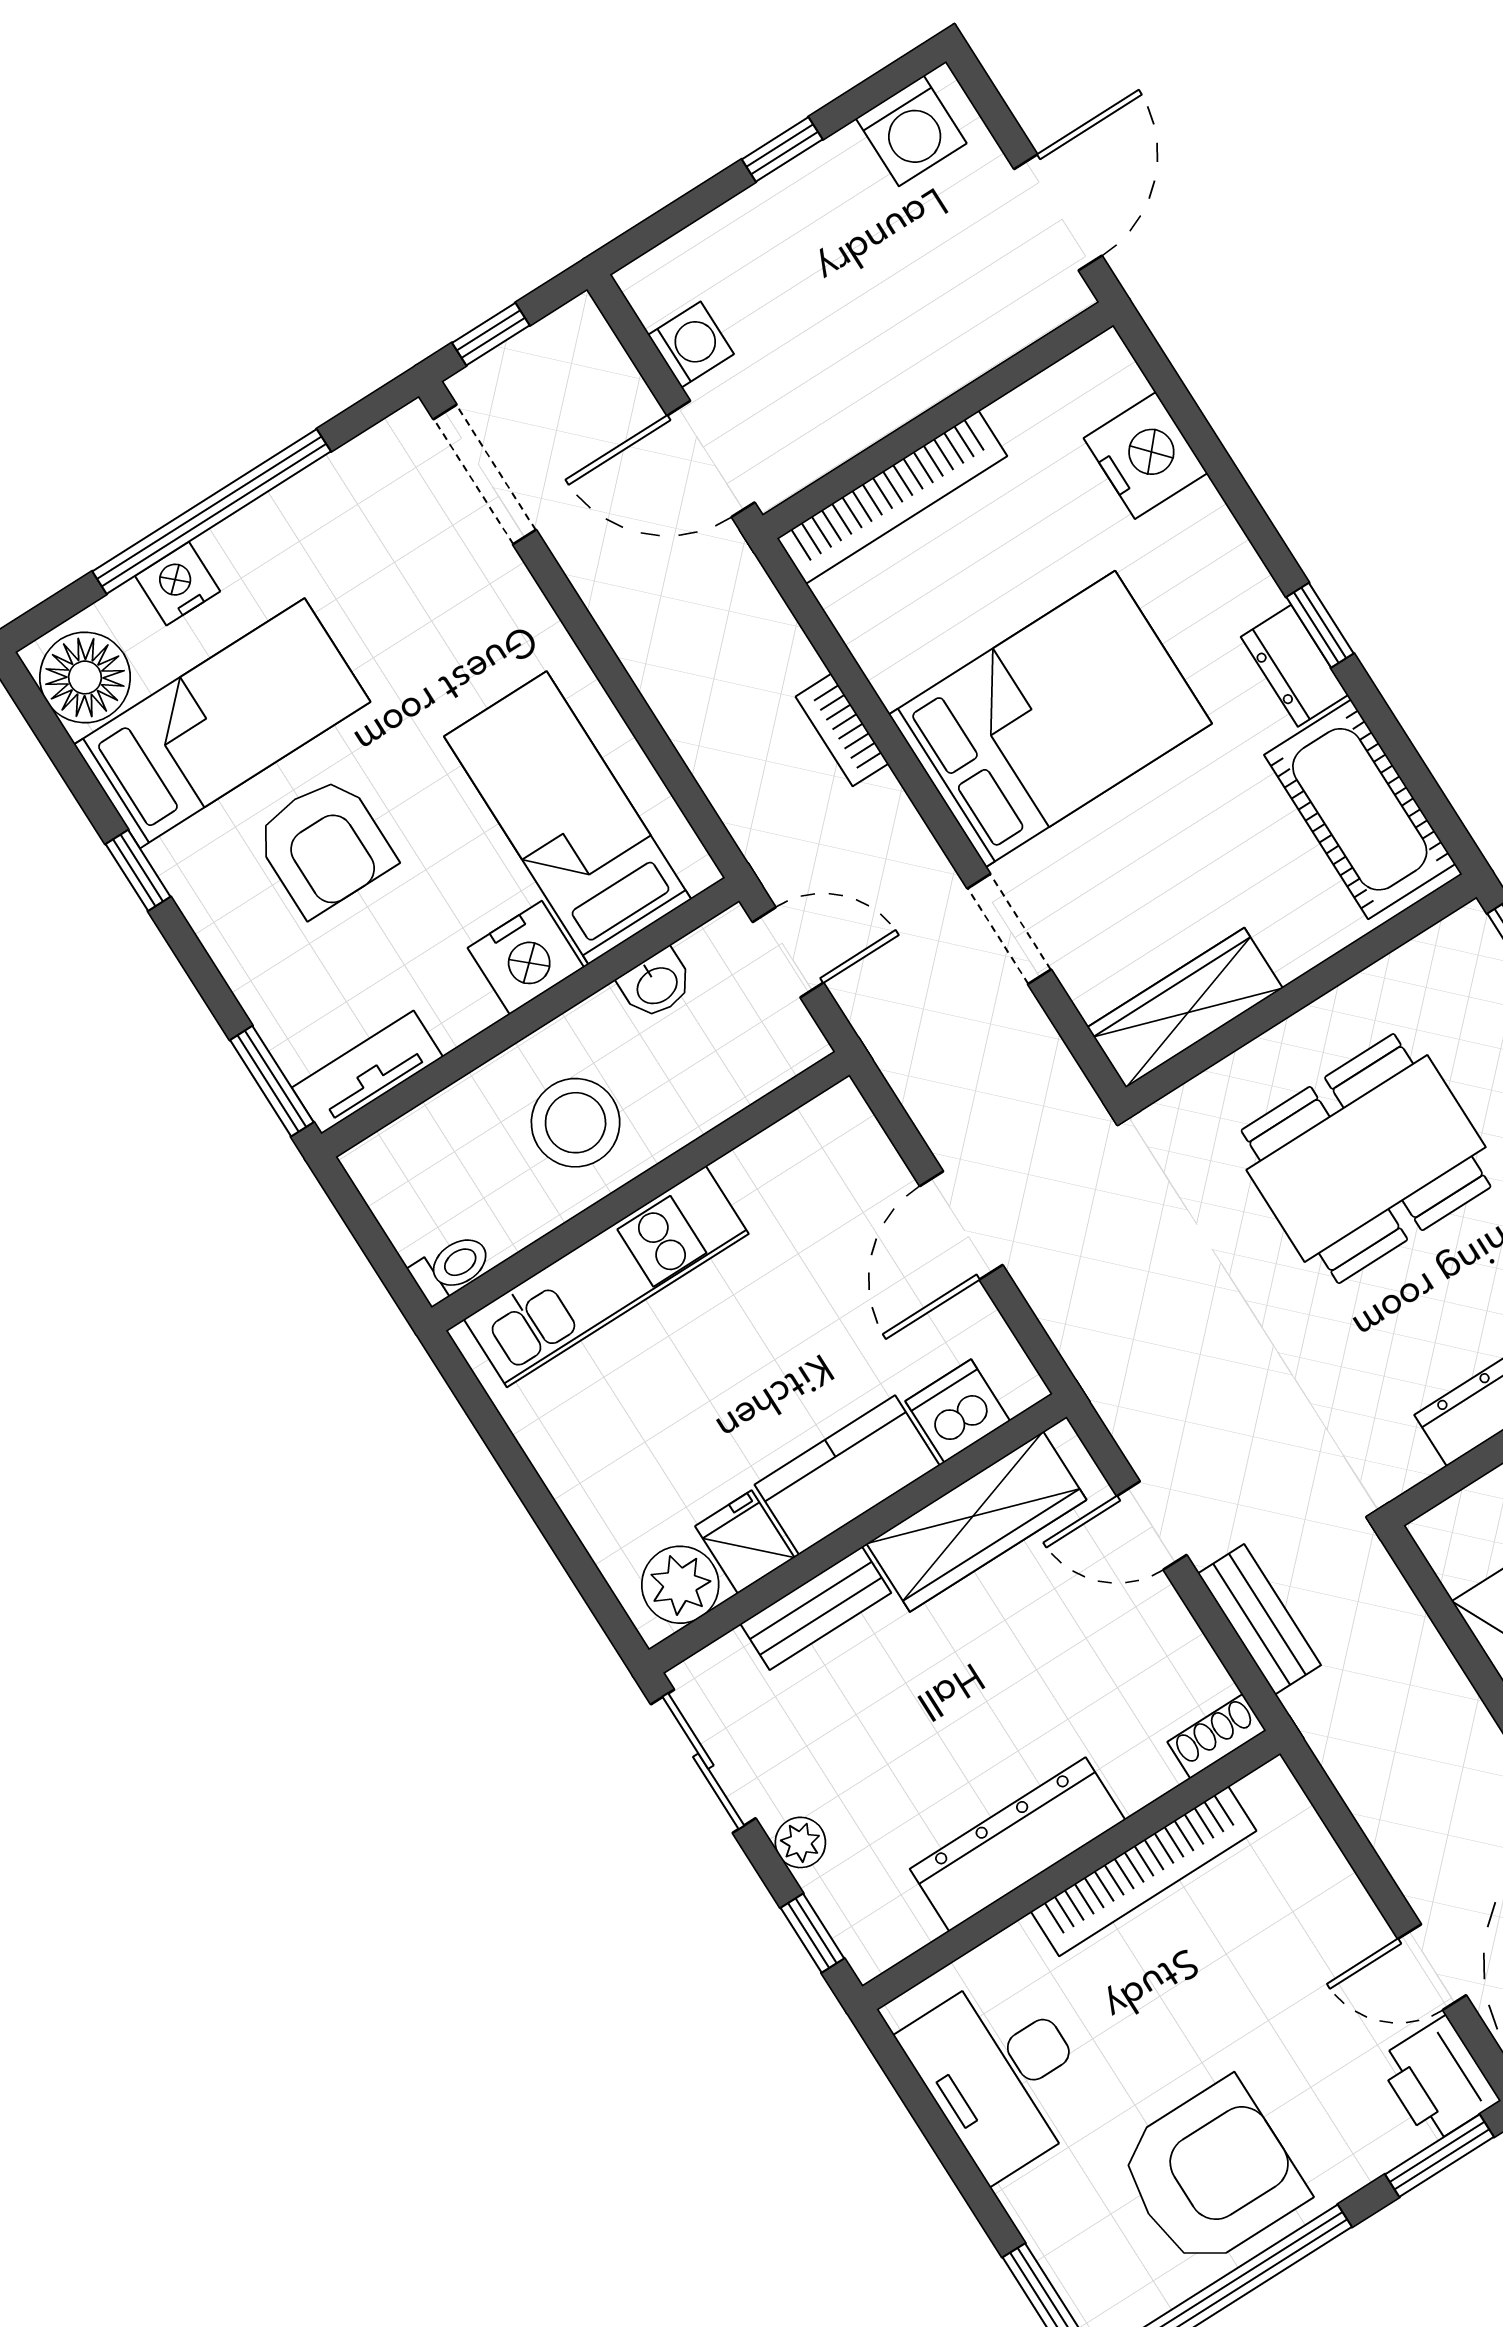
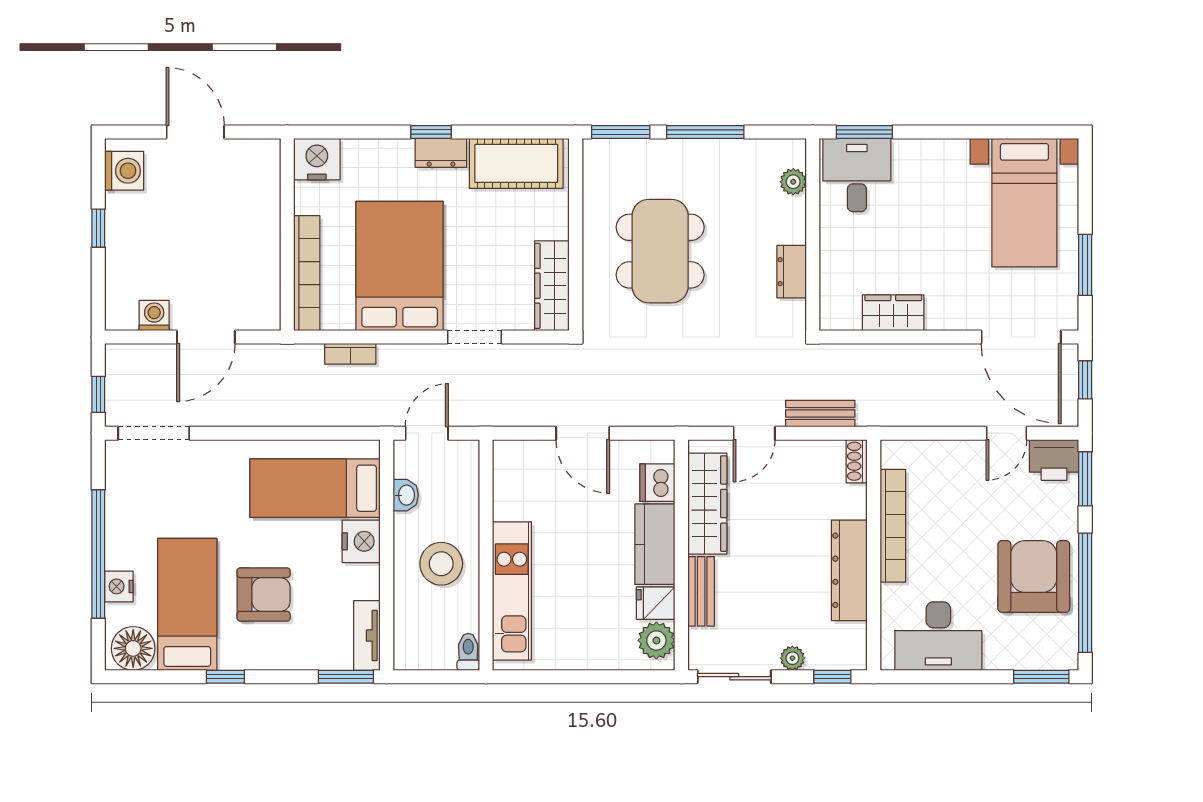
wall: (938, 420) -> (287, 235), moved
bookcase: (892, 497) -> (307, 273), moved

